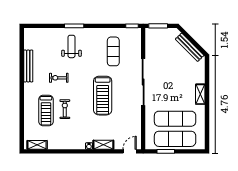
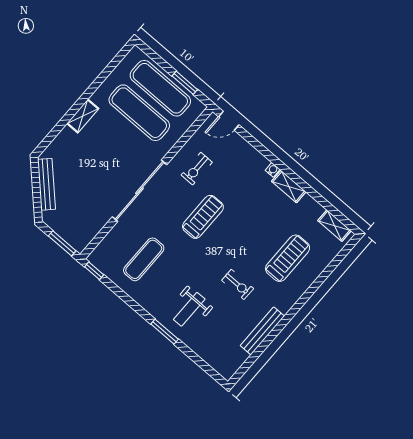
treadmill: (103, 96) -> (203, 217), width x0.73, depth x0.73
exercise bike: (65, 109) -> (197, 169), moved
shelving: (103, 145) -> (289, 187), moved

